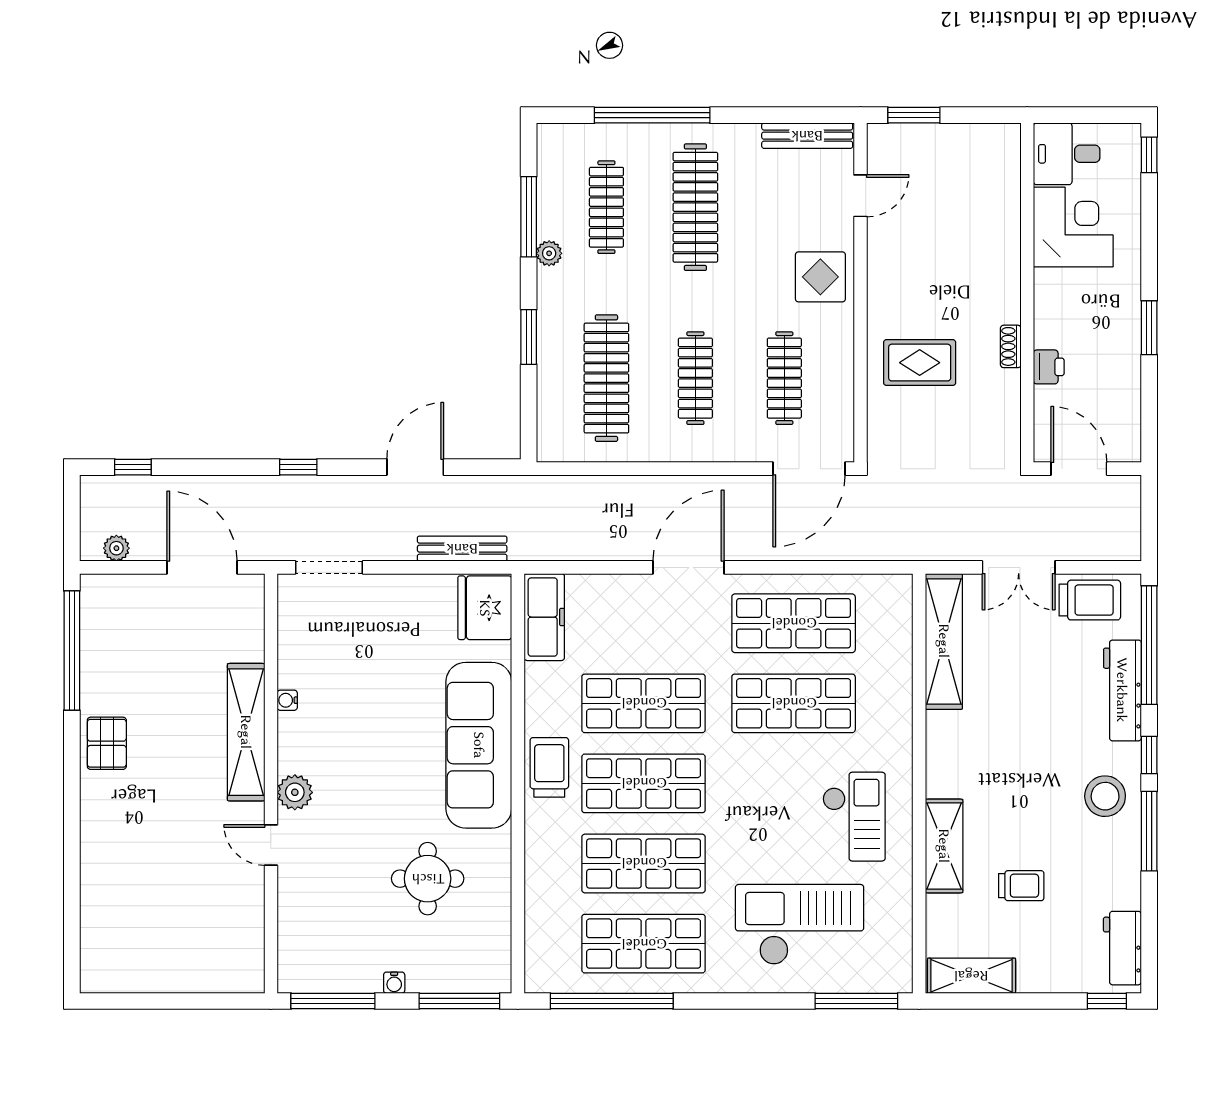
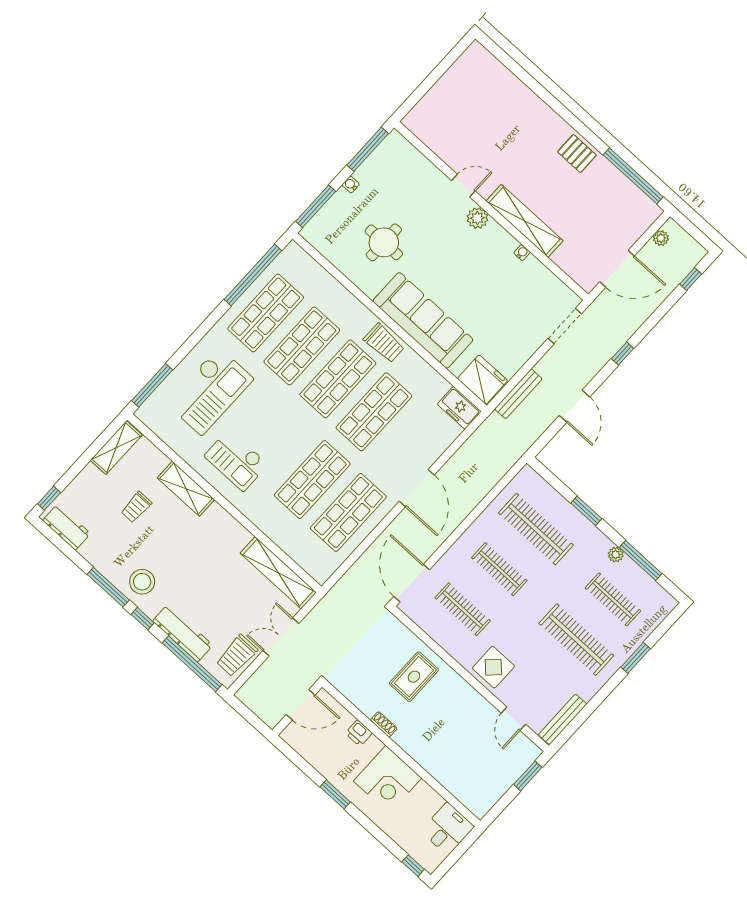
window: (652, 115) -> (636, 658), width x0.47
corner desk: (1073, 227) -> (388, 779), moved
freezer: (544, 617) -> (459, 408), width x0.71

